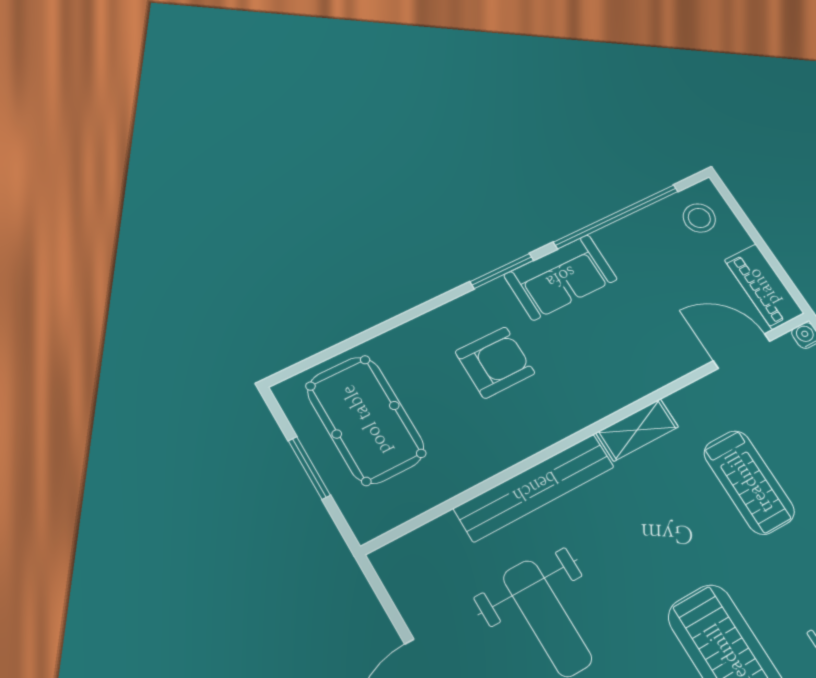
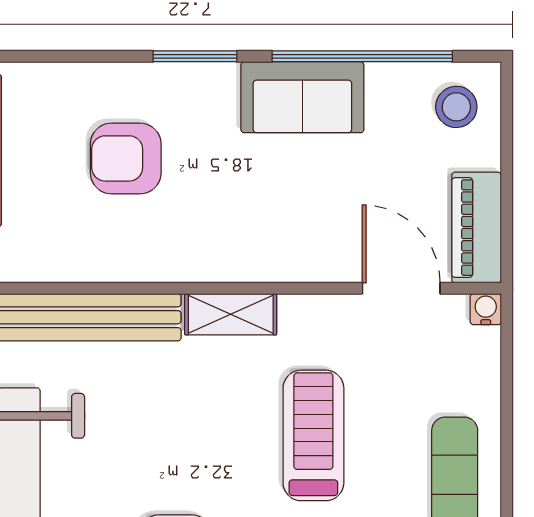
sofa: (561, 277) -> (302, 97), moved
armchair: (495, 362) -> (126, 158), turned 180
treadmill: (749, 482) -> (313, 435), turned 180

